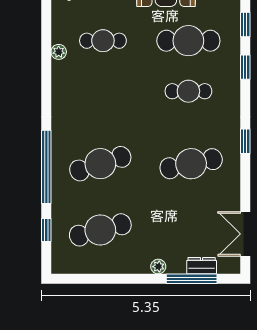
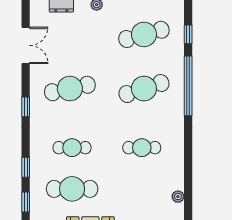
cafe table: (103, 41) -> (142, 148), moved
plant: (59, 52) -> (178, 197), moved
double door: (245, 234) -> (26, 45), moved

